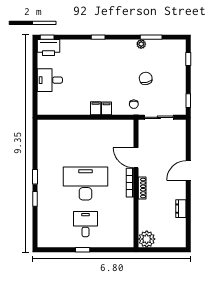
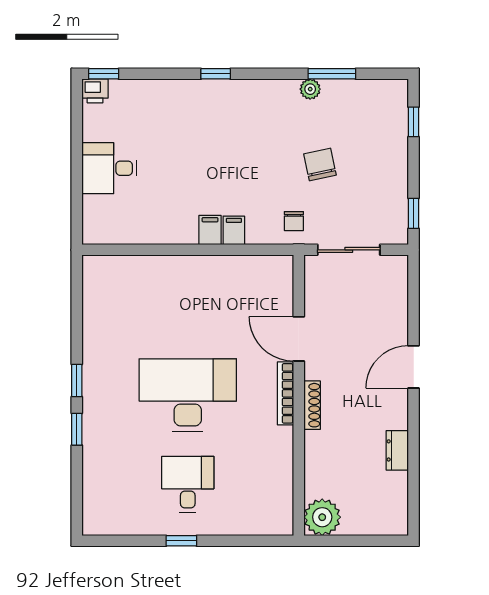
printer: (49, 48) -> (95, 91), width x0.53, depth x0.68

